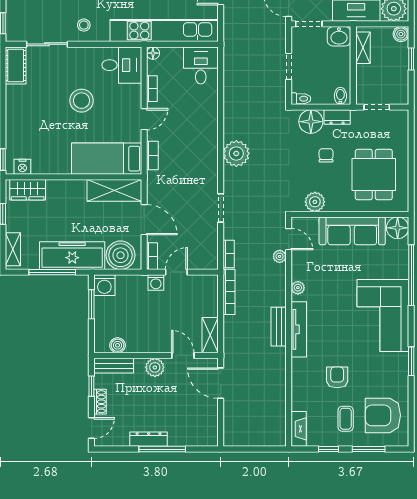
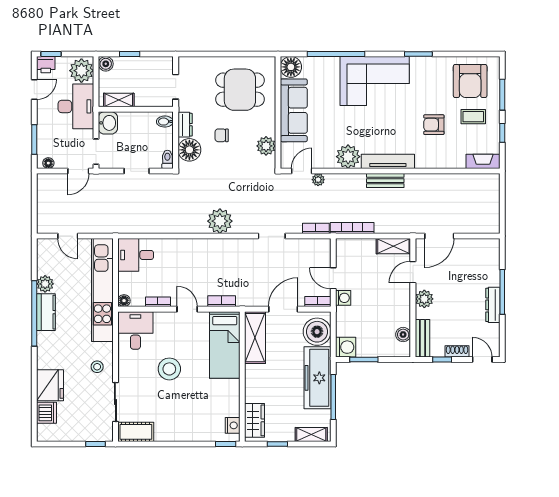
plant: (298, 288) -> (348, 157), width x1.88, depth x1.88

